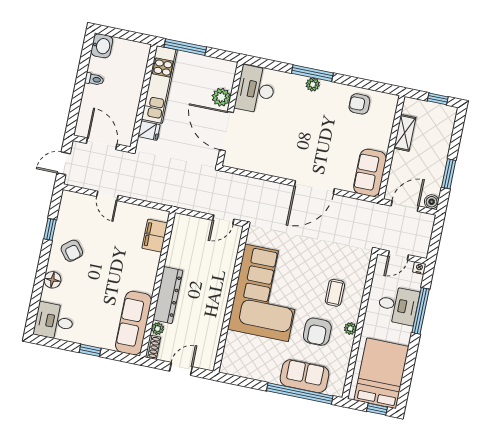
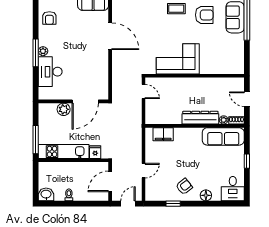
desk: (256, 90) -> (50, 72), moved, turned 90
door: (64, 163) -> (128, 204), swing flipped
corner sofa: (267, 293) -> (178, 59), width x0.73, depth x0.74

